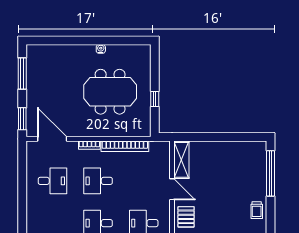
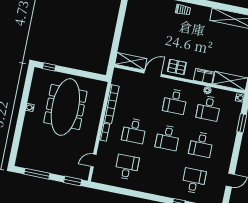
meeting table: (110, 92) -> (65, 107), width x1.36
window: (155, 99) -> (49, 67), moved
door: (52, 139) -> (93, 161), width x0.53

